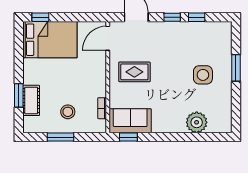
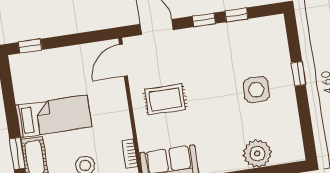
bed: (50, 40) -> (54, 116), moved, width x0.67
window: (236, 68) -> (298, 74), width x0.67

